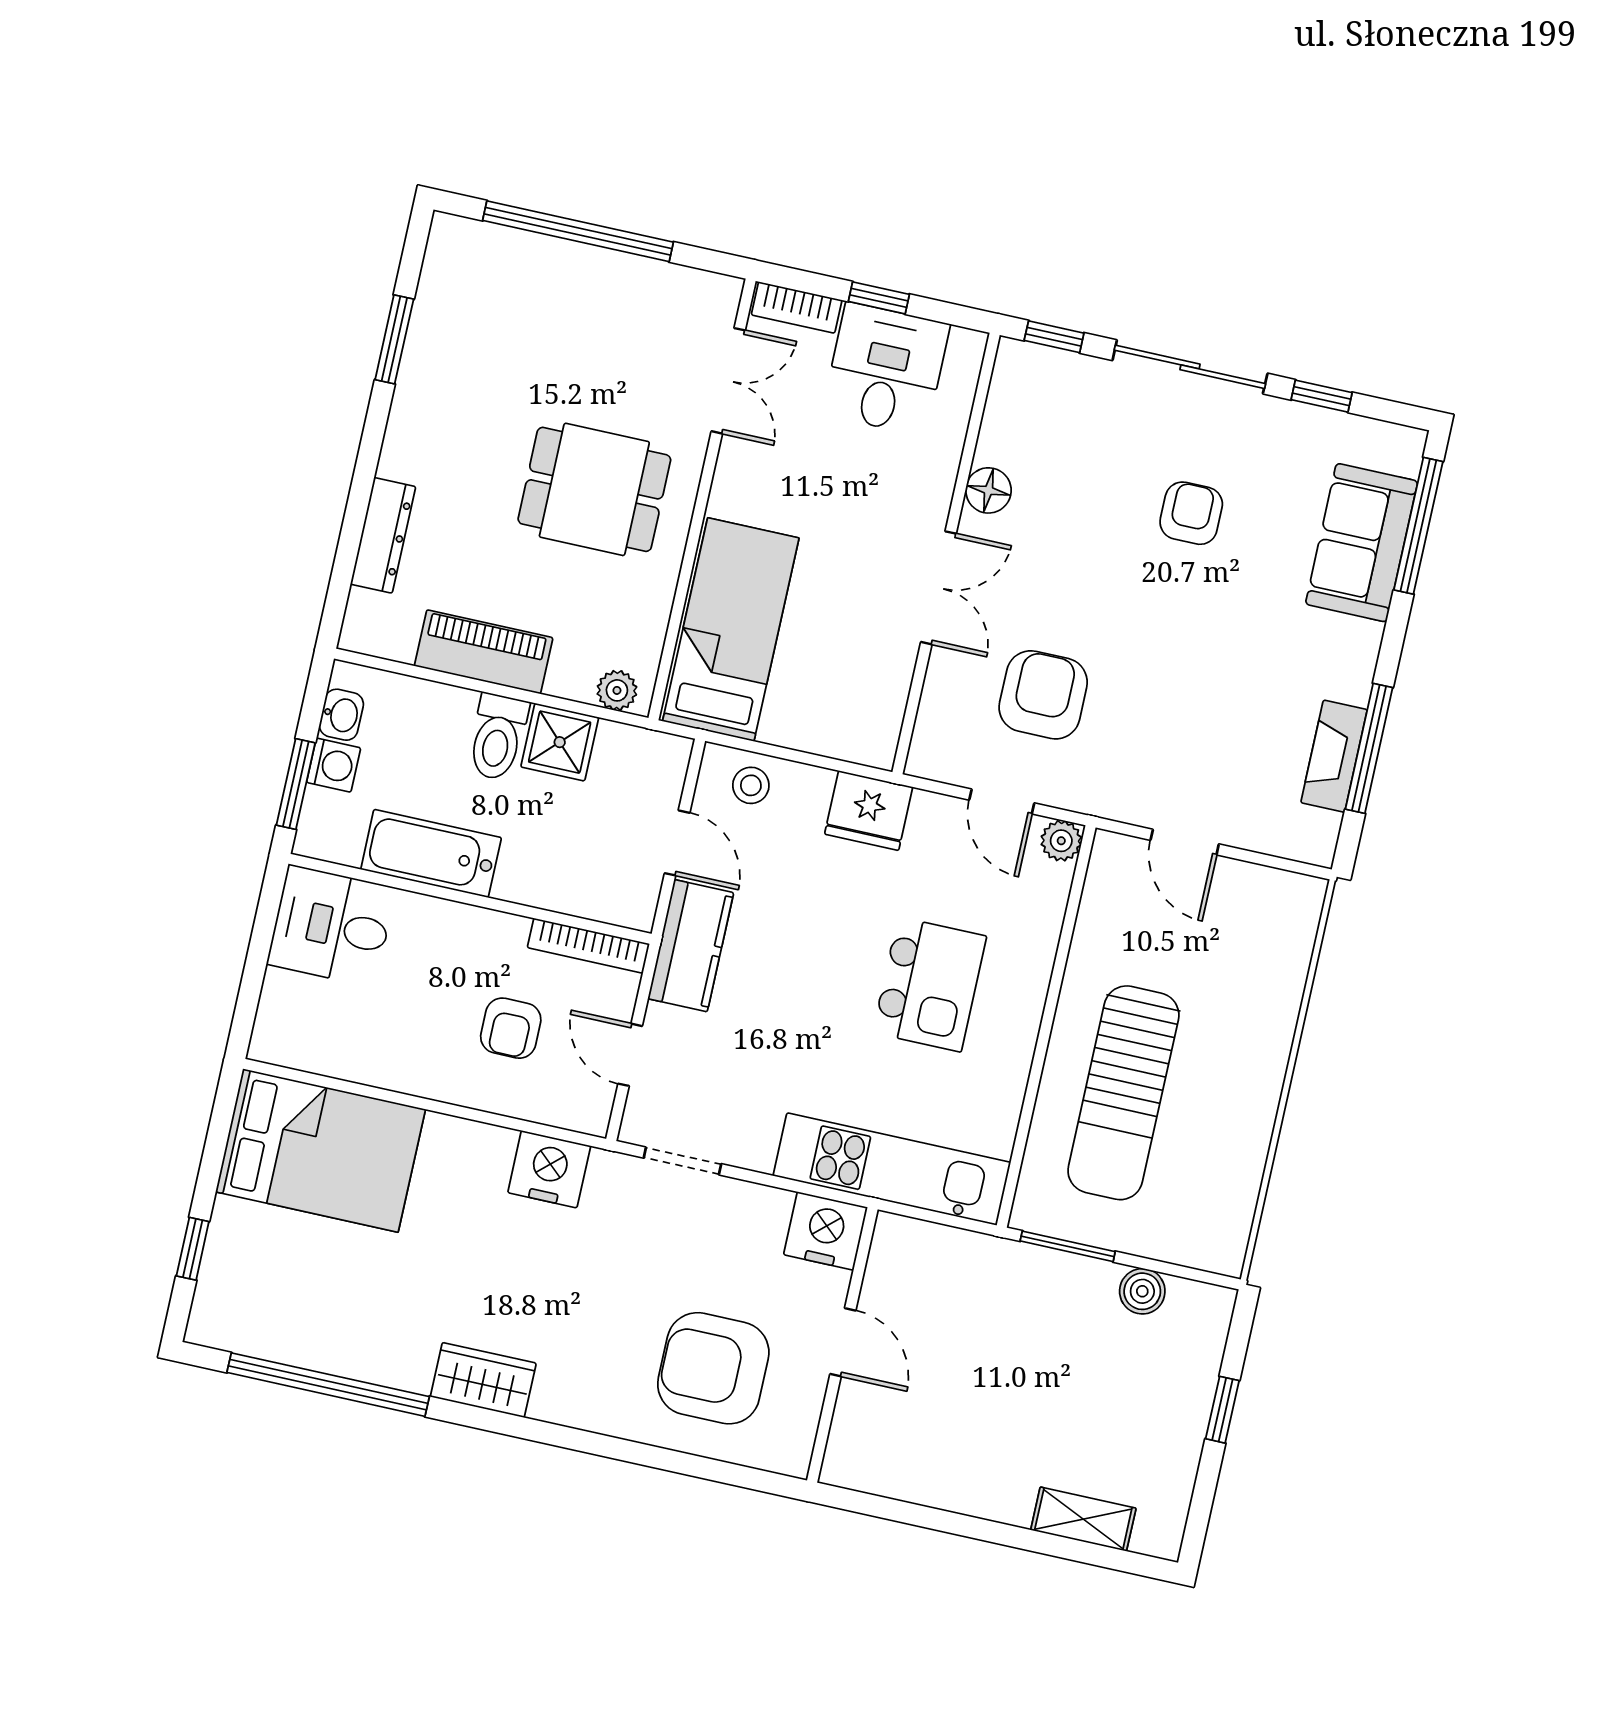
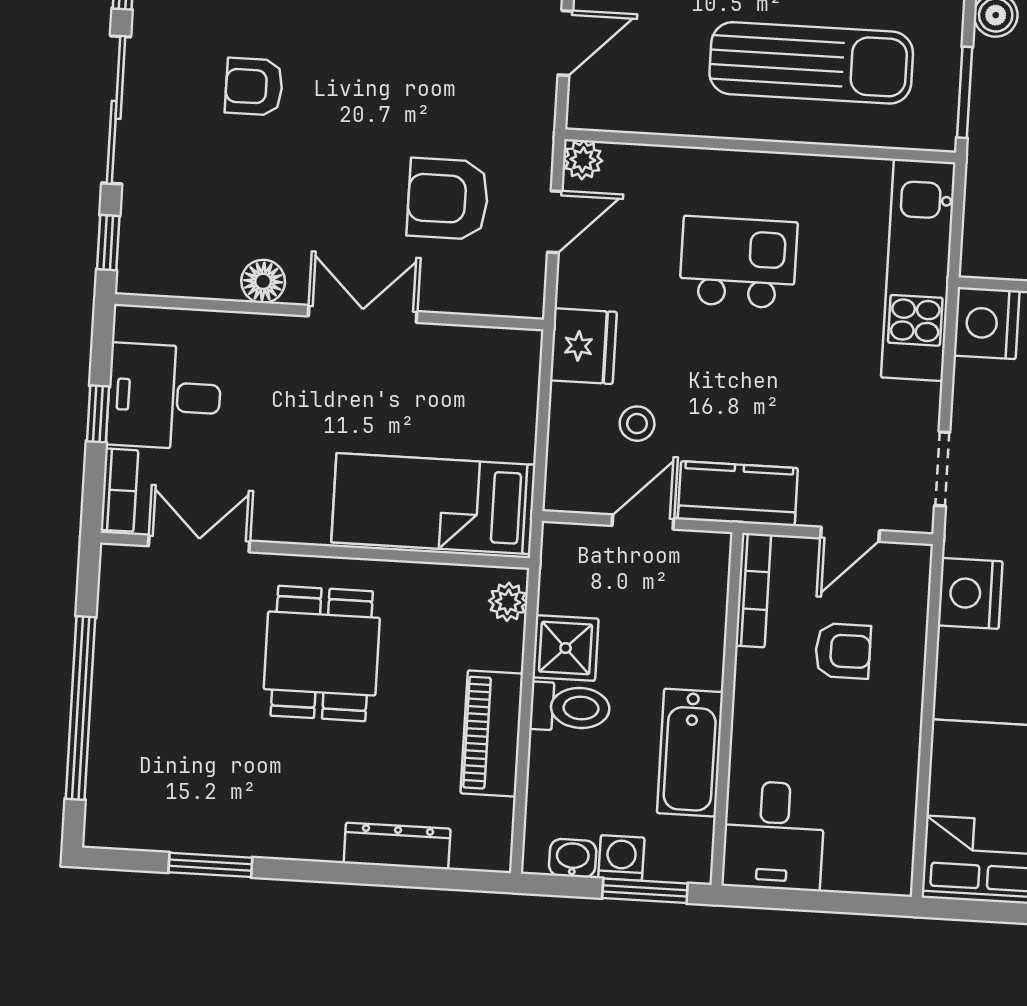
stool: (751, 785) -> (637, 424), moved

